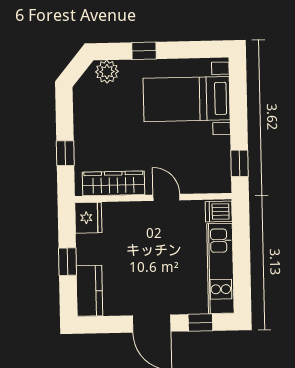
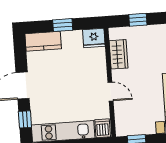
wardrobe: (114, 183) -> (119, 54), width x0.67
door: (166, 197) -> (111, 92), hinge flipped

